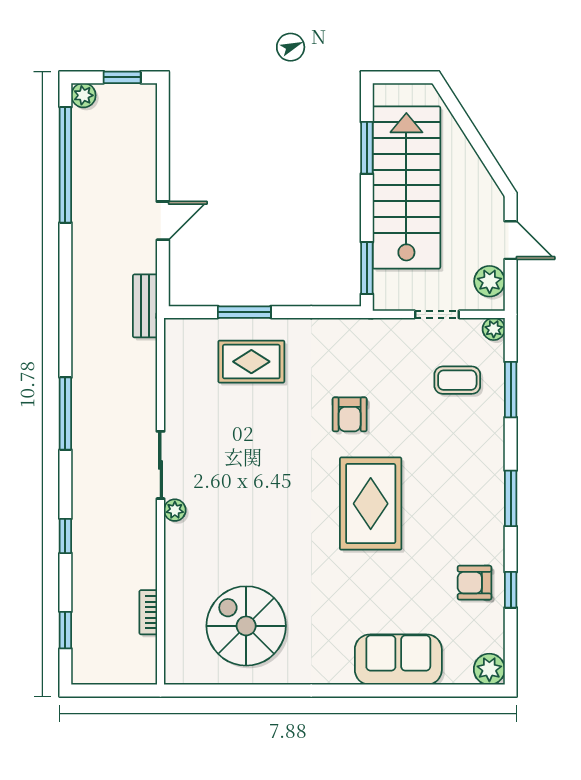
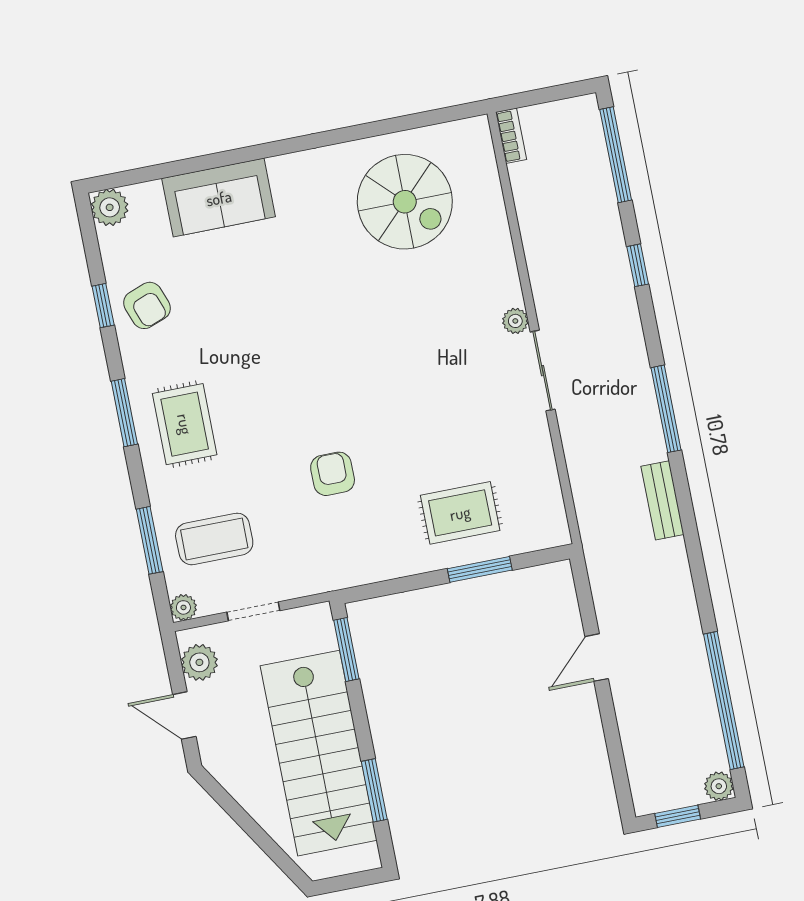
bench: (145, 306) -> (662, 500), moved
coffee table: (457, 380) -> (214, 539), width x1.36, depth x1.30
rug: (371, 504) -> (185, 424), moved, width x0.73, depth x0.70
armchair: (475, 583) -> (147, 305), turned 70
bookcase: (148, 612) -> (511, 136), moved
window: (65, 630) -> (616, 155), width x2.17

